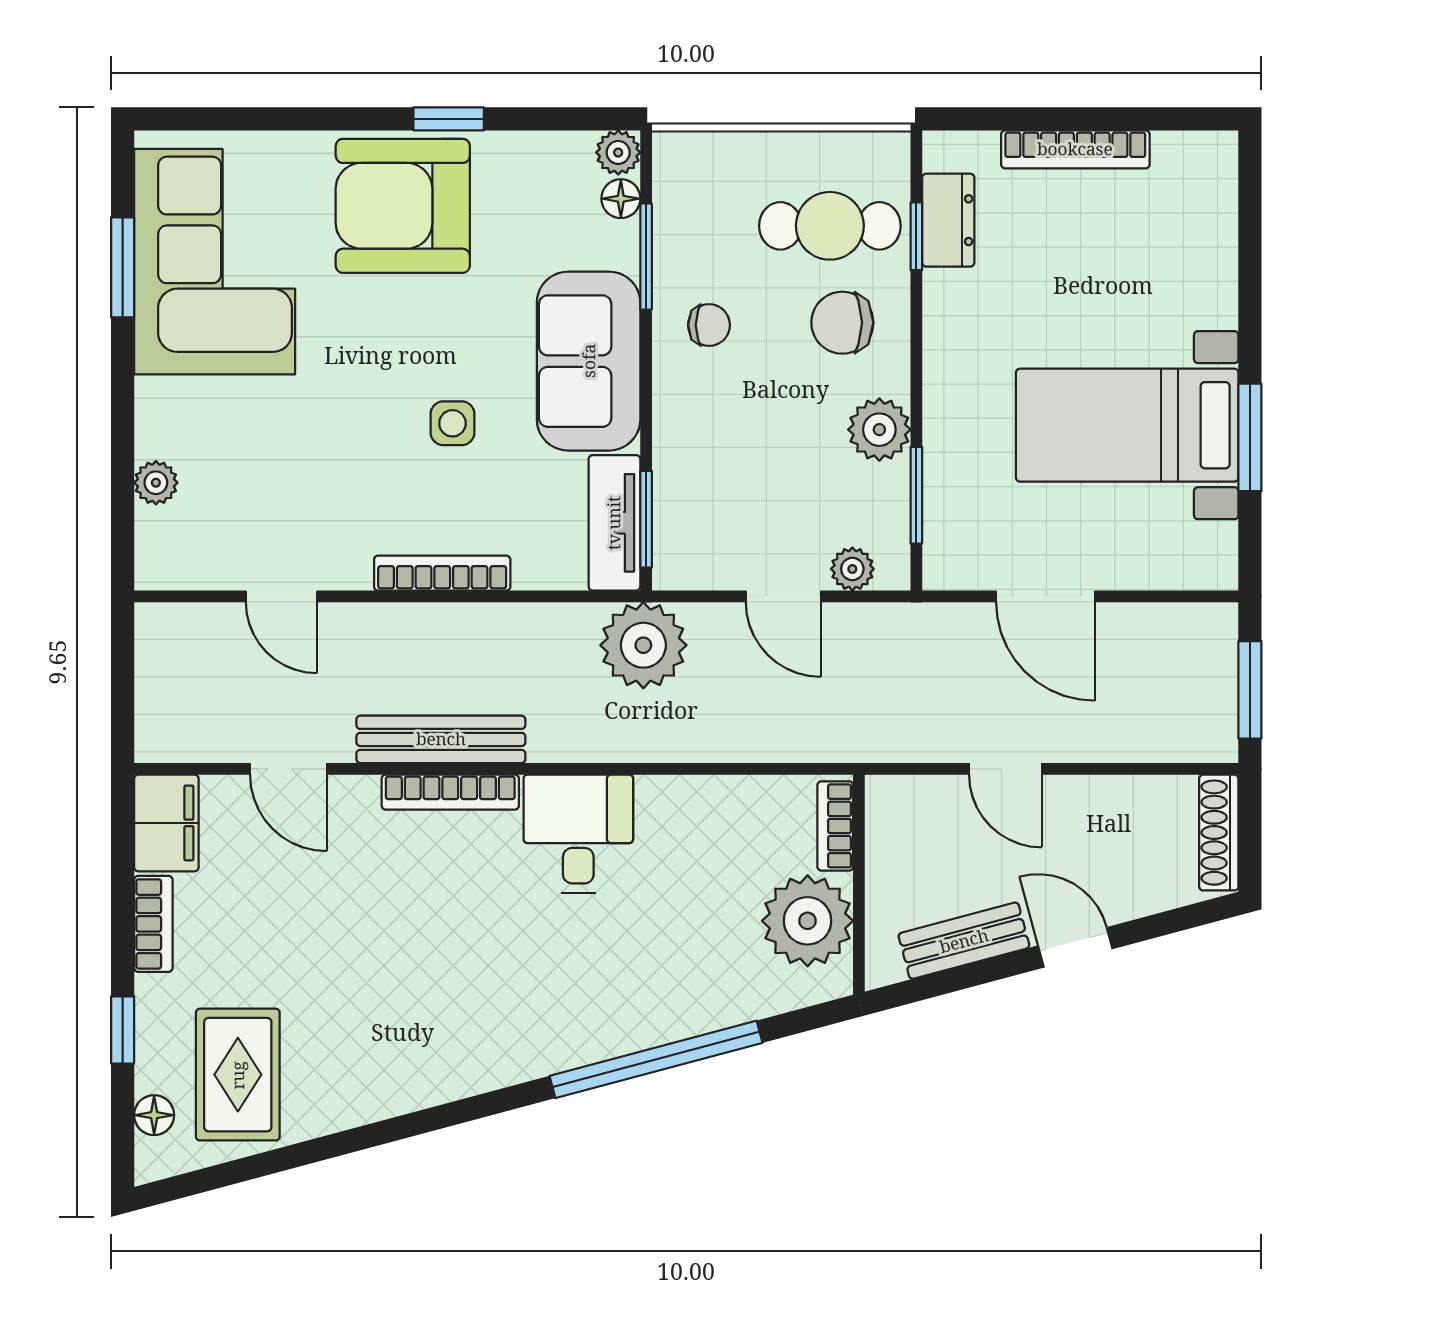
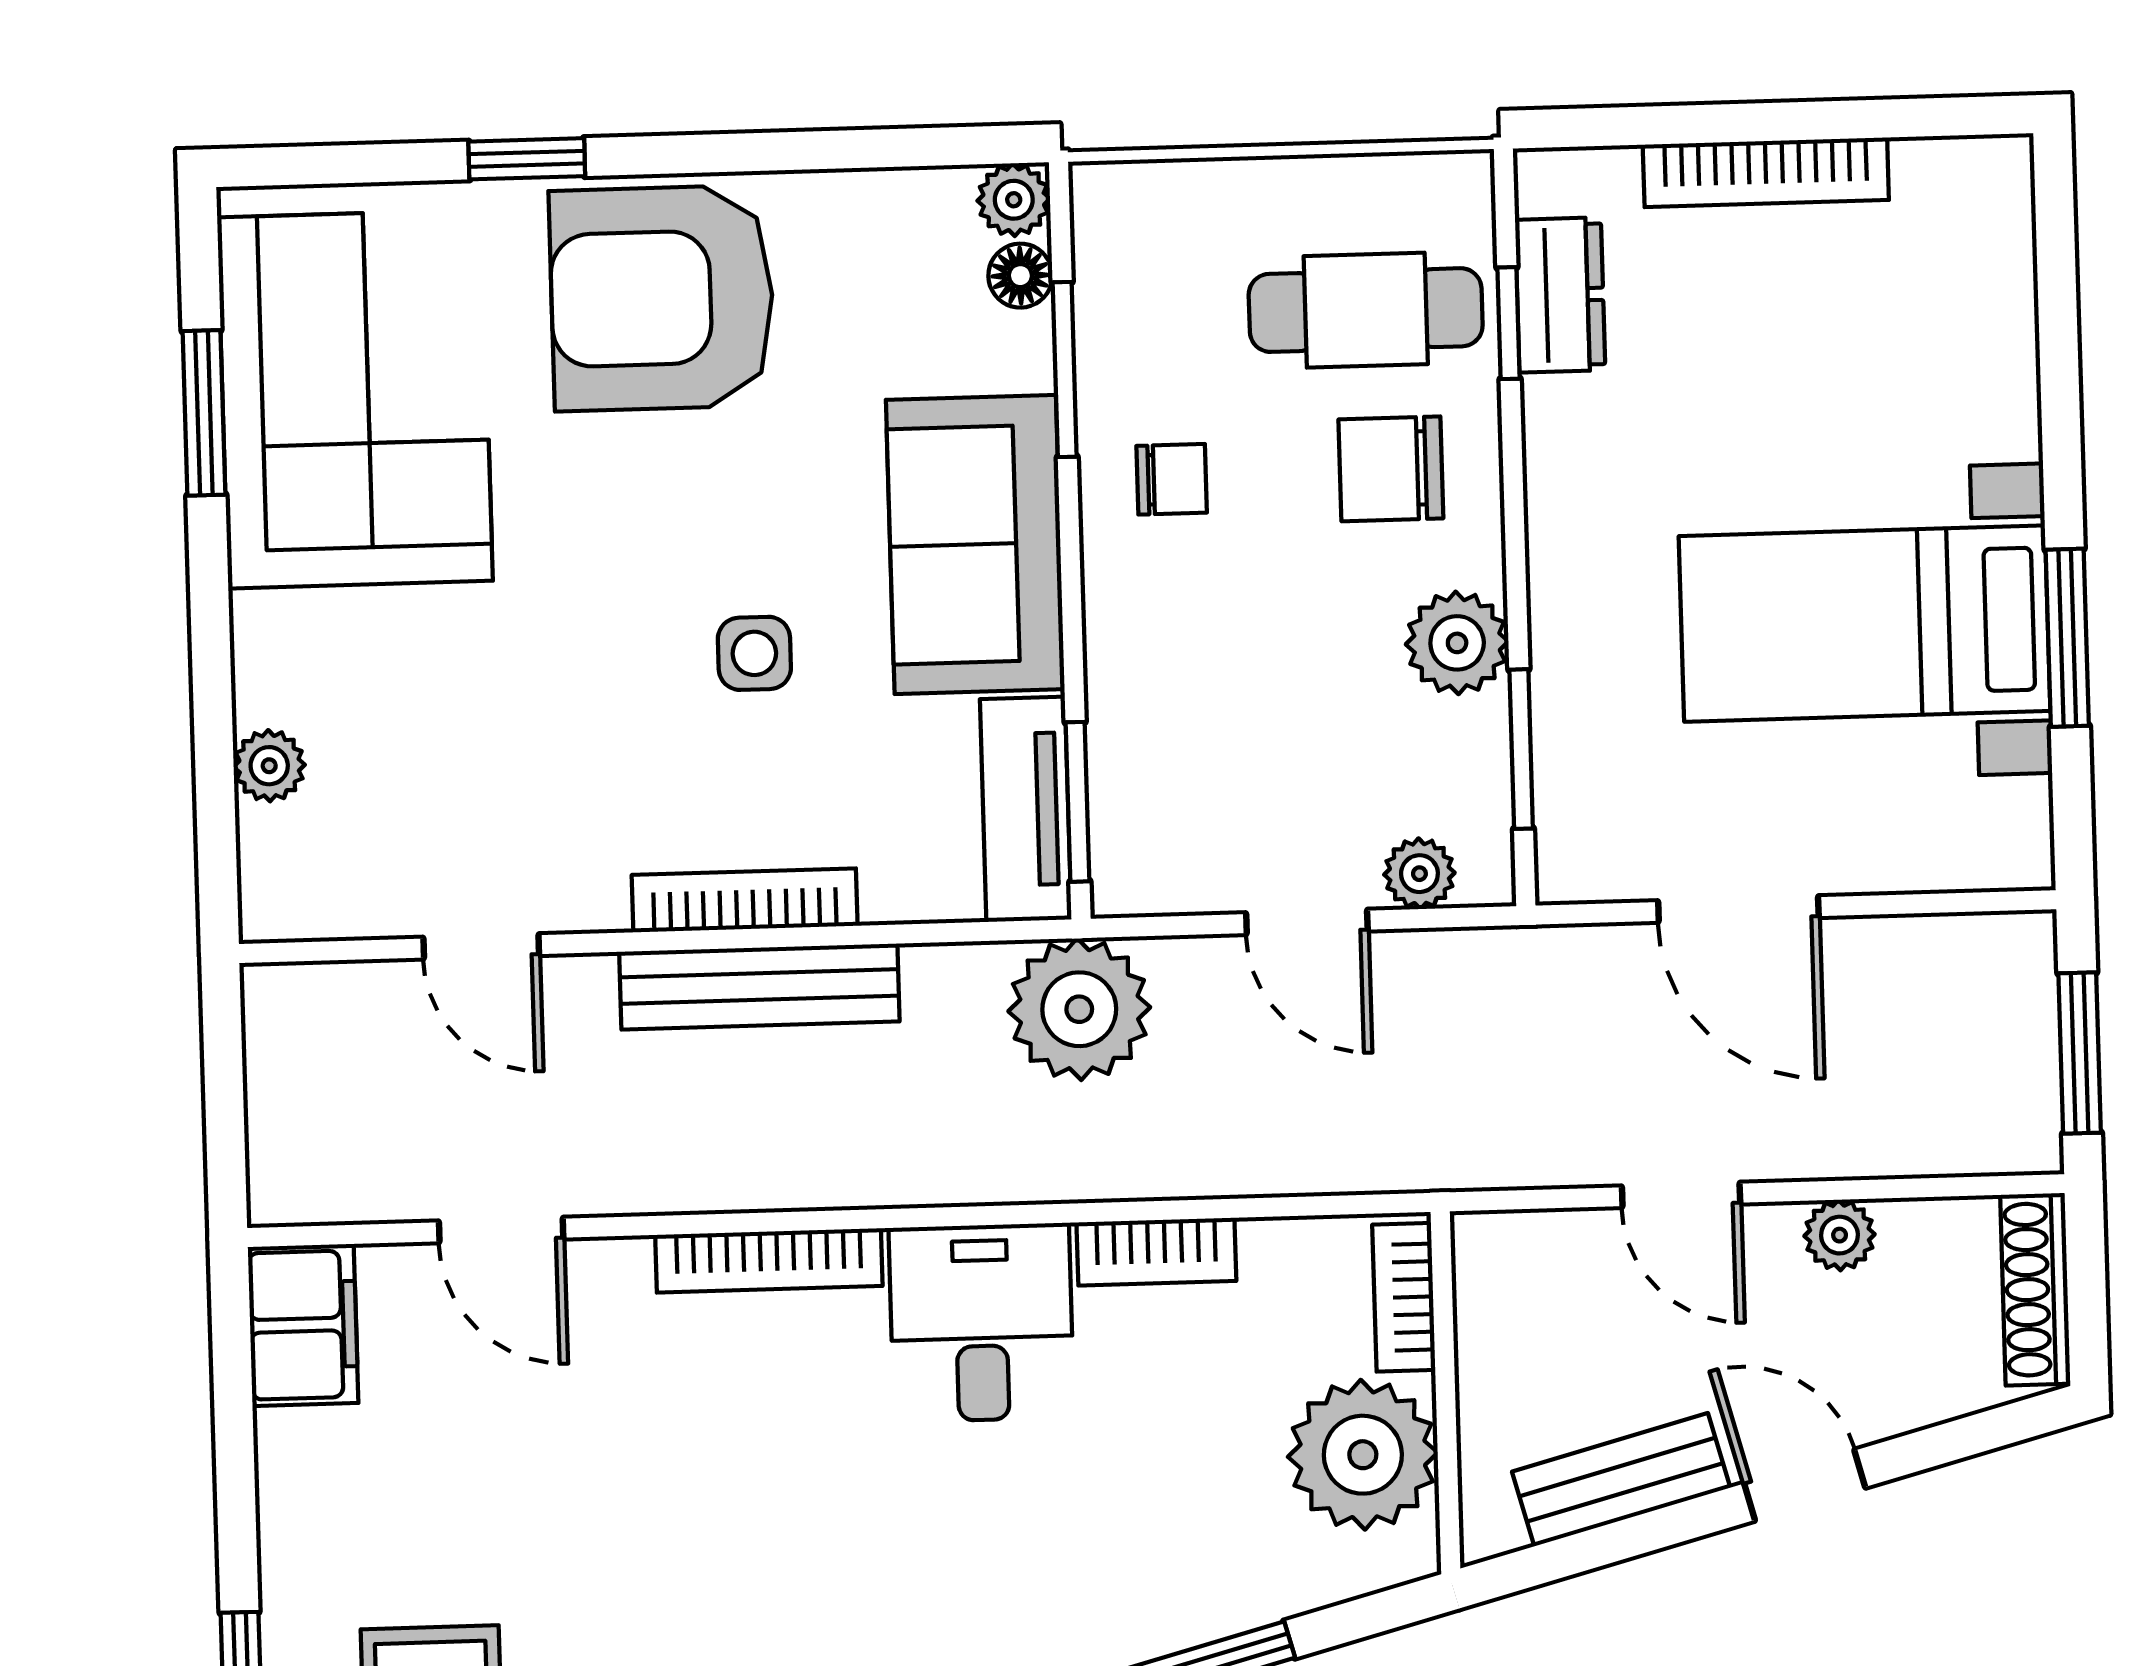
window: (449, 119) -> (527, 159), moved
bench: (441, 739) -> (759, 987), moved
plant: (1101, 796) -> (1840, 1235), added
bookcase: (153, 924) -> (1156, 1252), moved, turned 90

